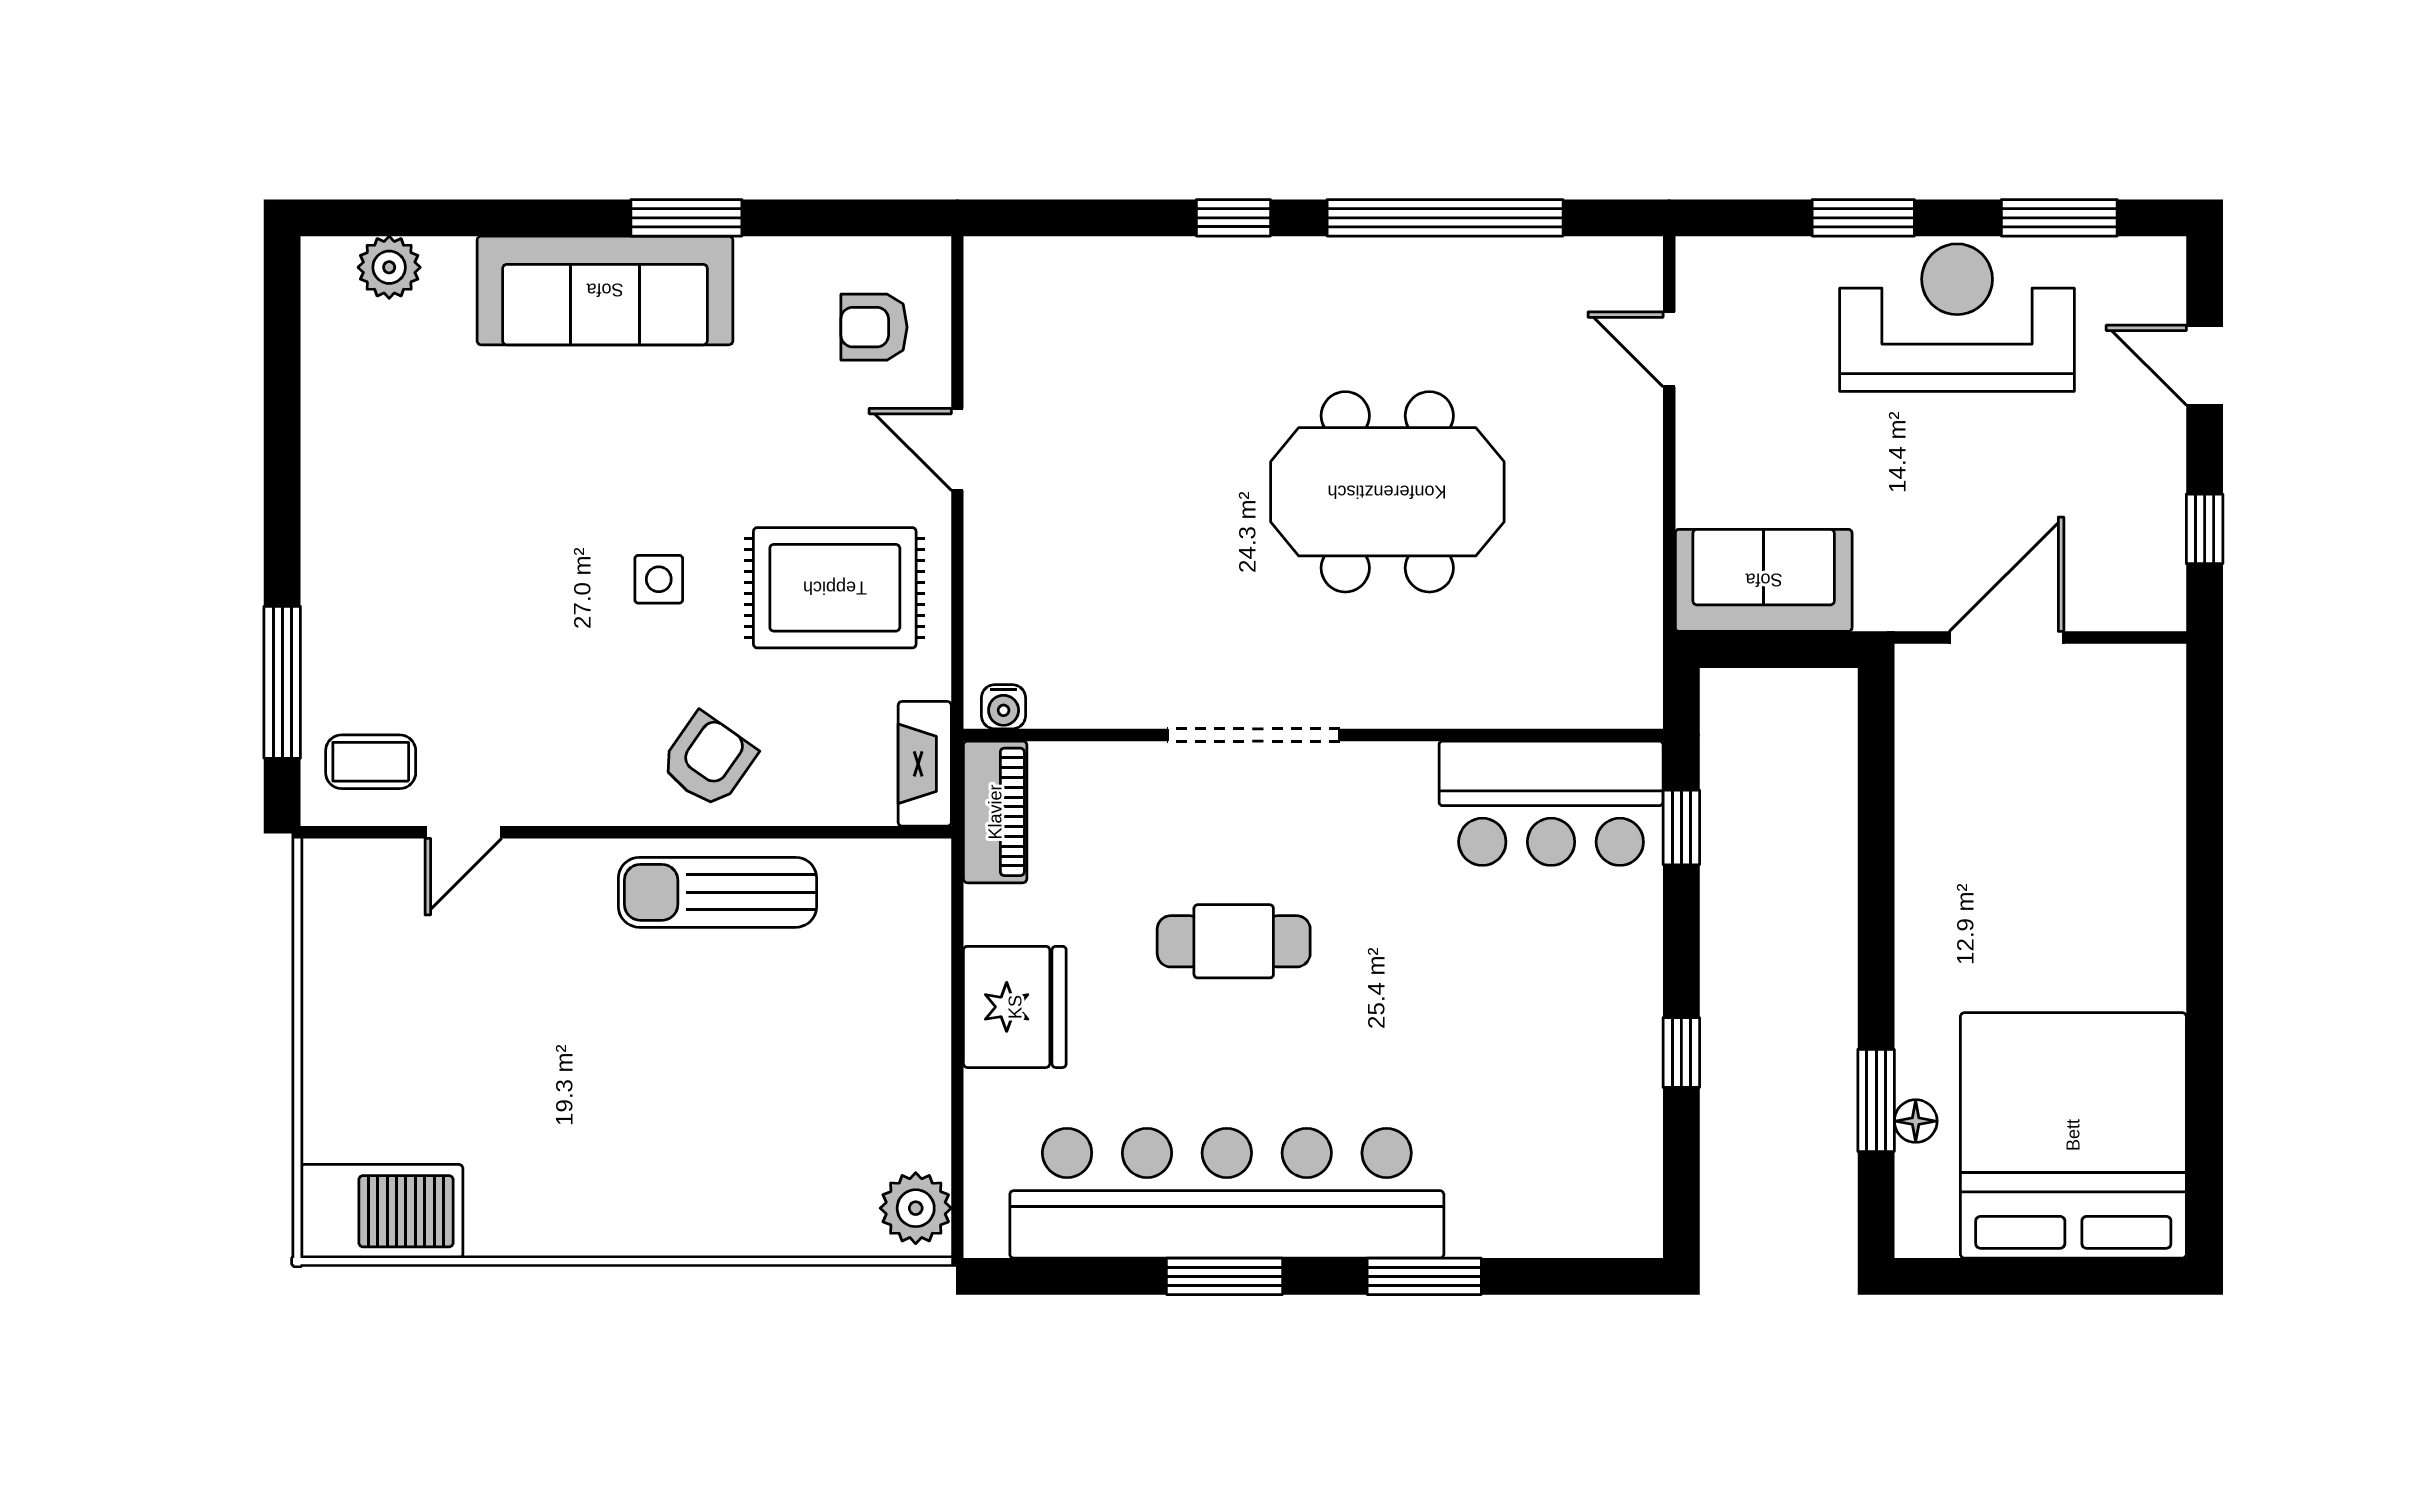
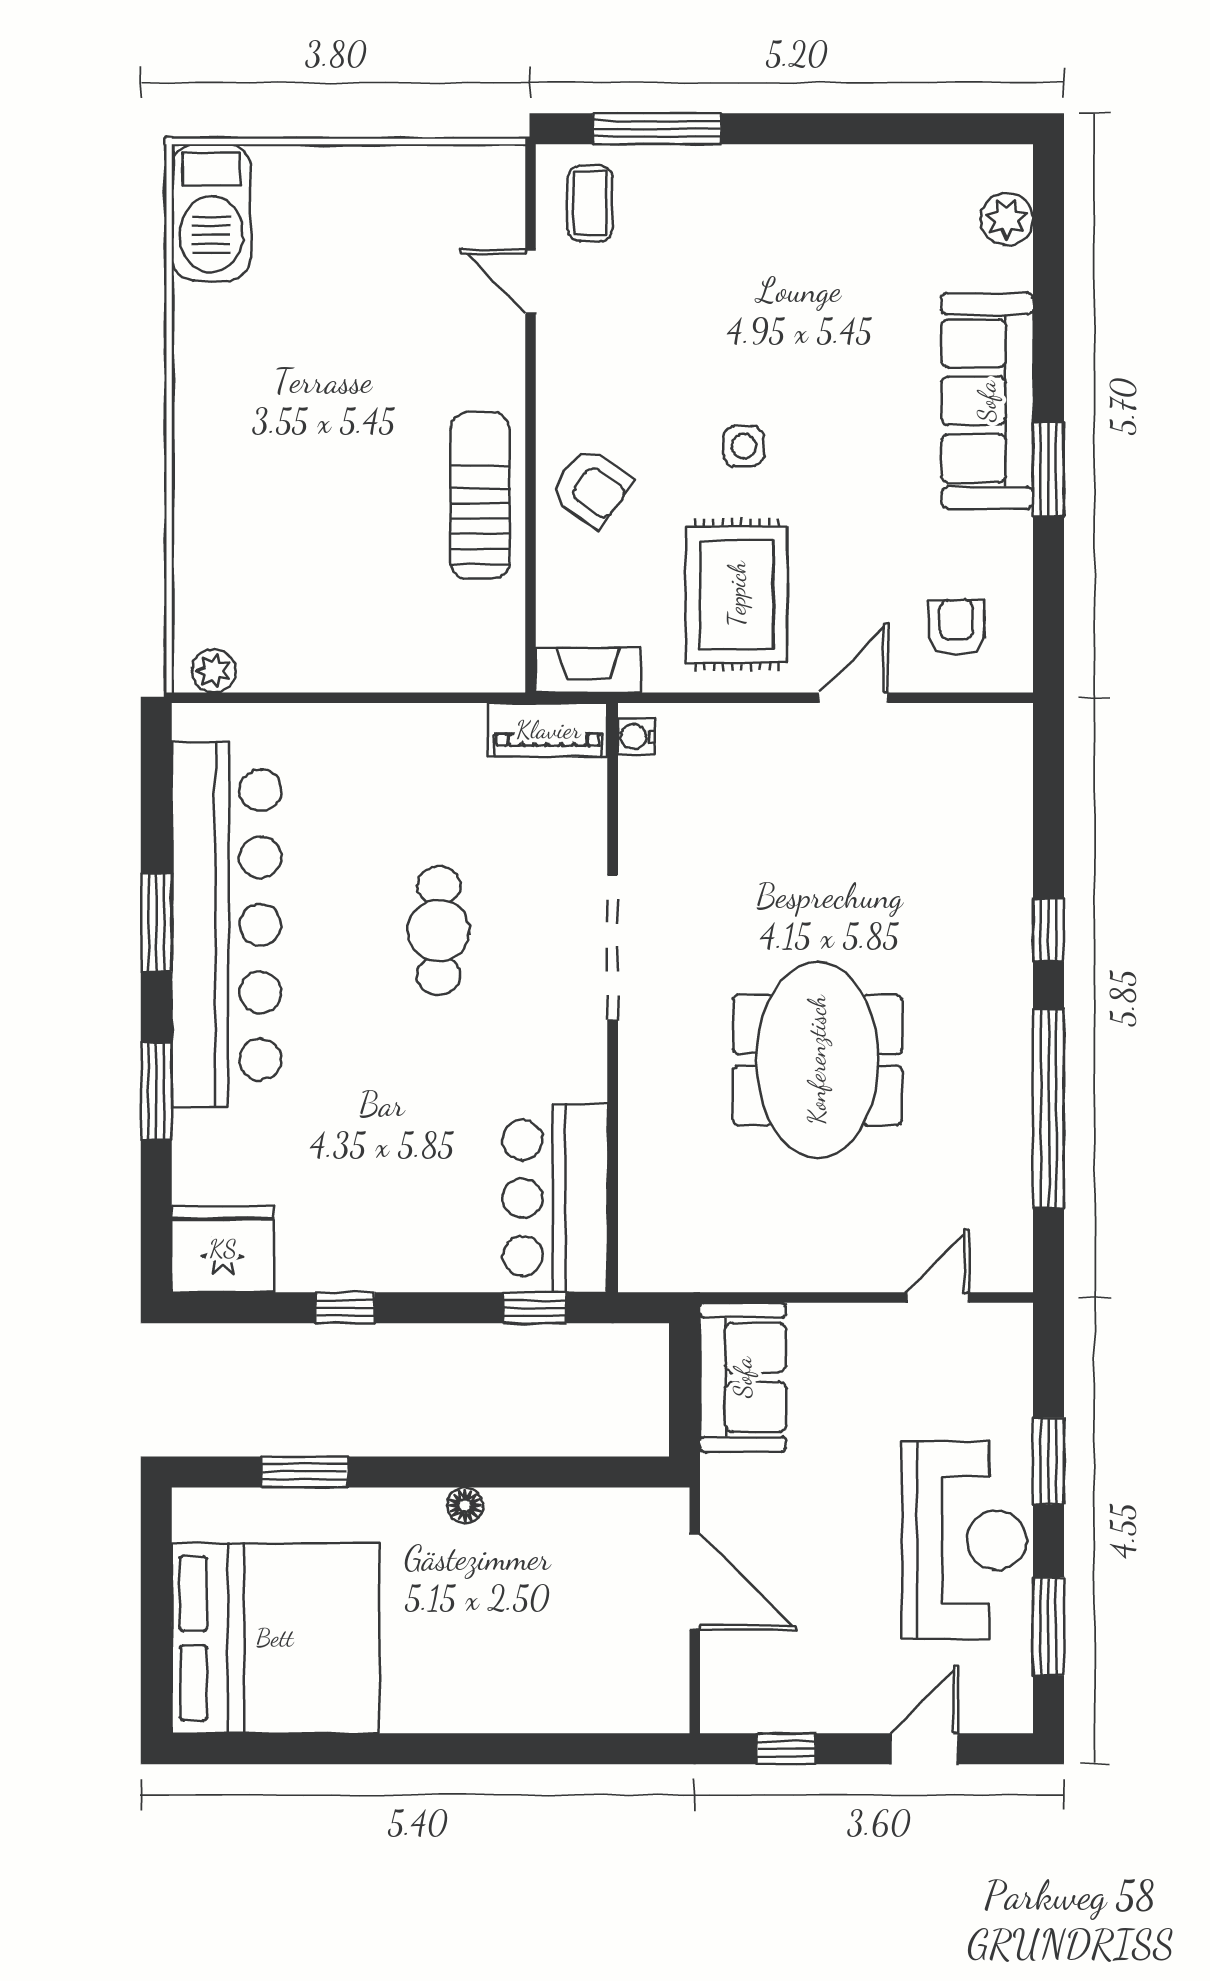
fridge: (1015, 1007) -> (223, 1249), moved, turned 180
floor lamp: (1916, 1121) -> (465, 1505), moved
plant: (916, 1208) -> (214, 671), width x0.73, depth x0.73

